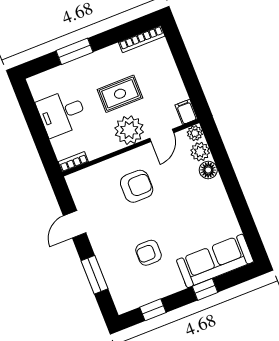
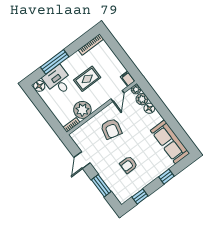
window: (74, 51) -> (55, 62), width x1.44
floor lamp: (38, 84) -> (39, 86), added
desk: (62, 113) -> (58, 81), moved, turned 90
plant: (129, 130) -> (82, 110), moved
armchair: (137, 186) -> (111, 129), turned 104
sofa: (215, 261) -> (170, 142), moved, turned -90

